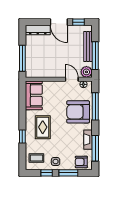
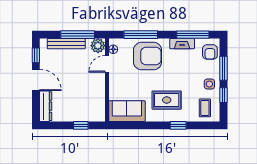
door: (59, 22) -> (36, 80), hinge flipped
window: (22, 58) -> (81, 125), width x0.46
armchair: (78, 112) -> (148, 56), turned -90

